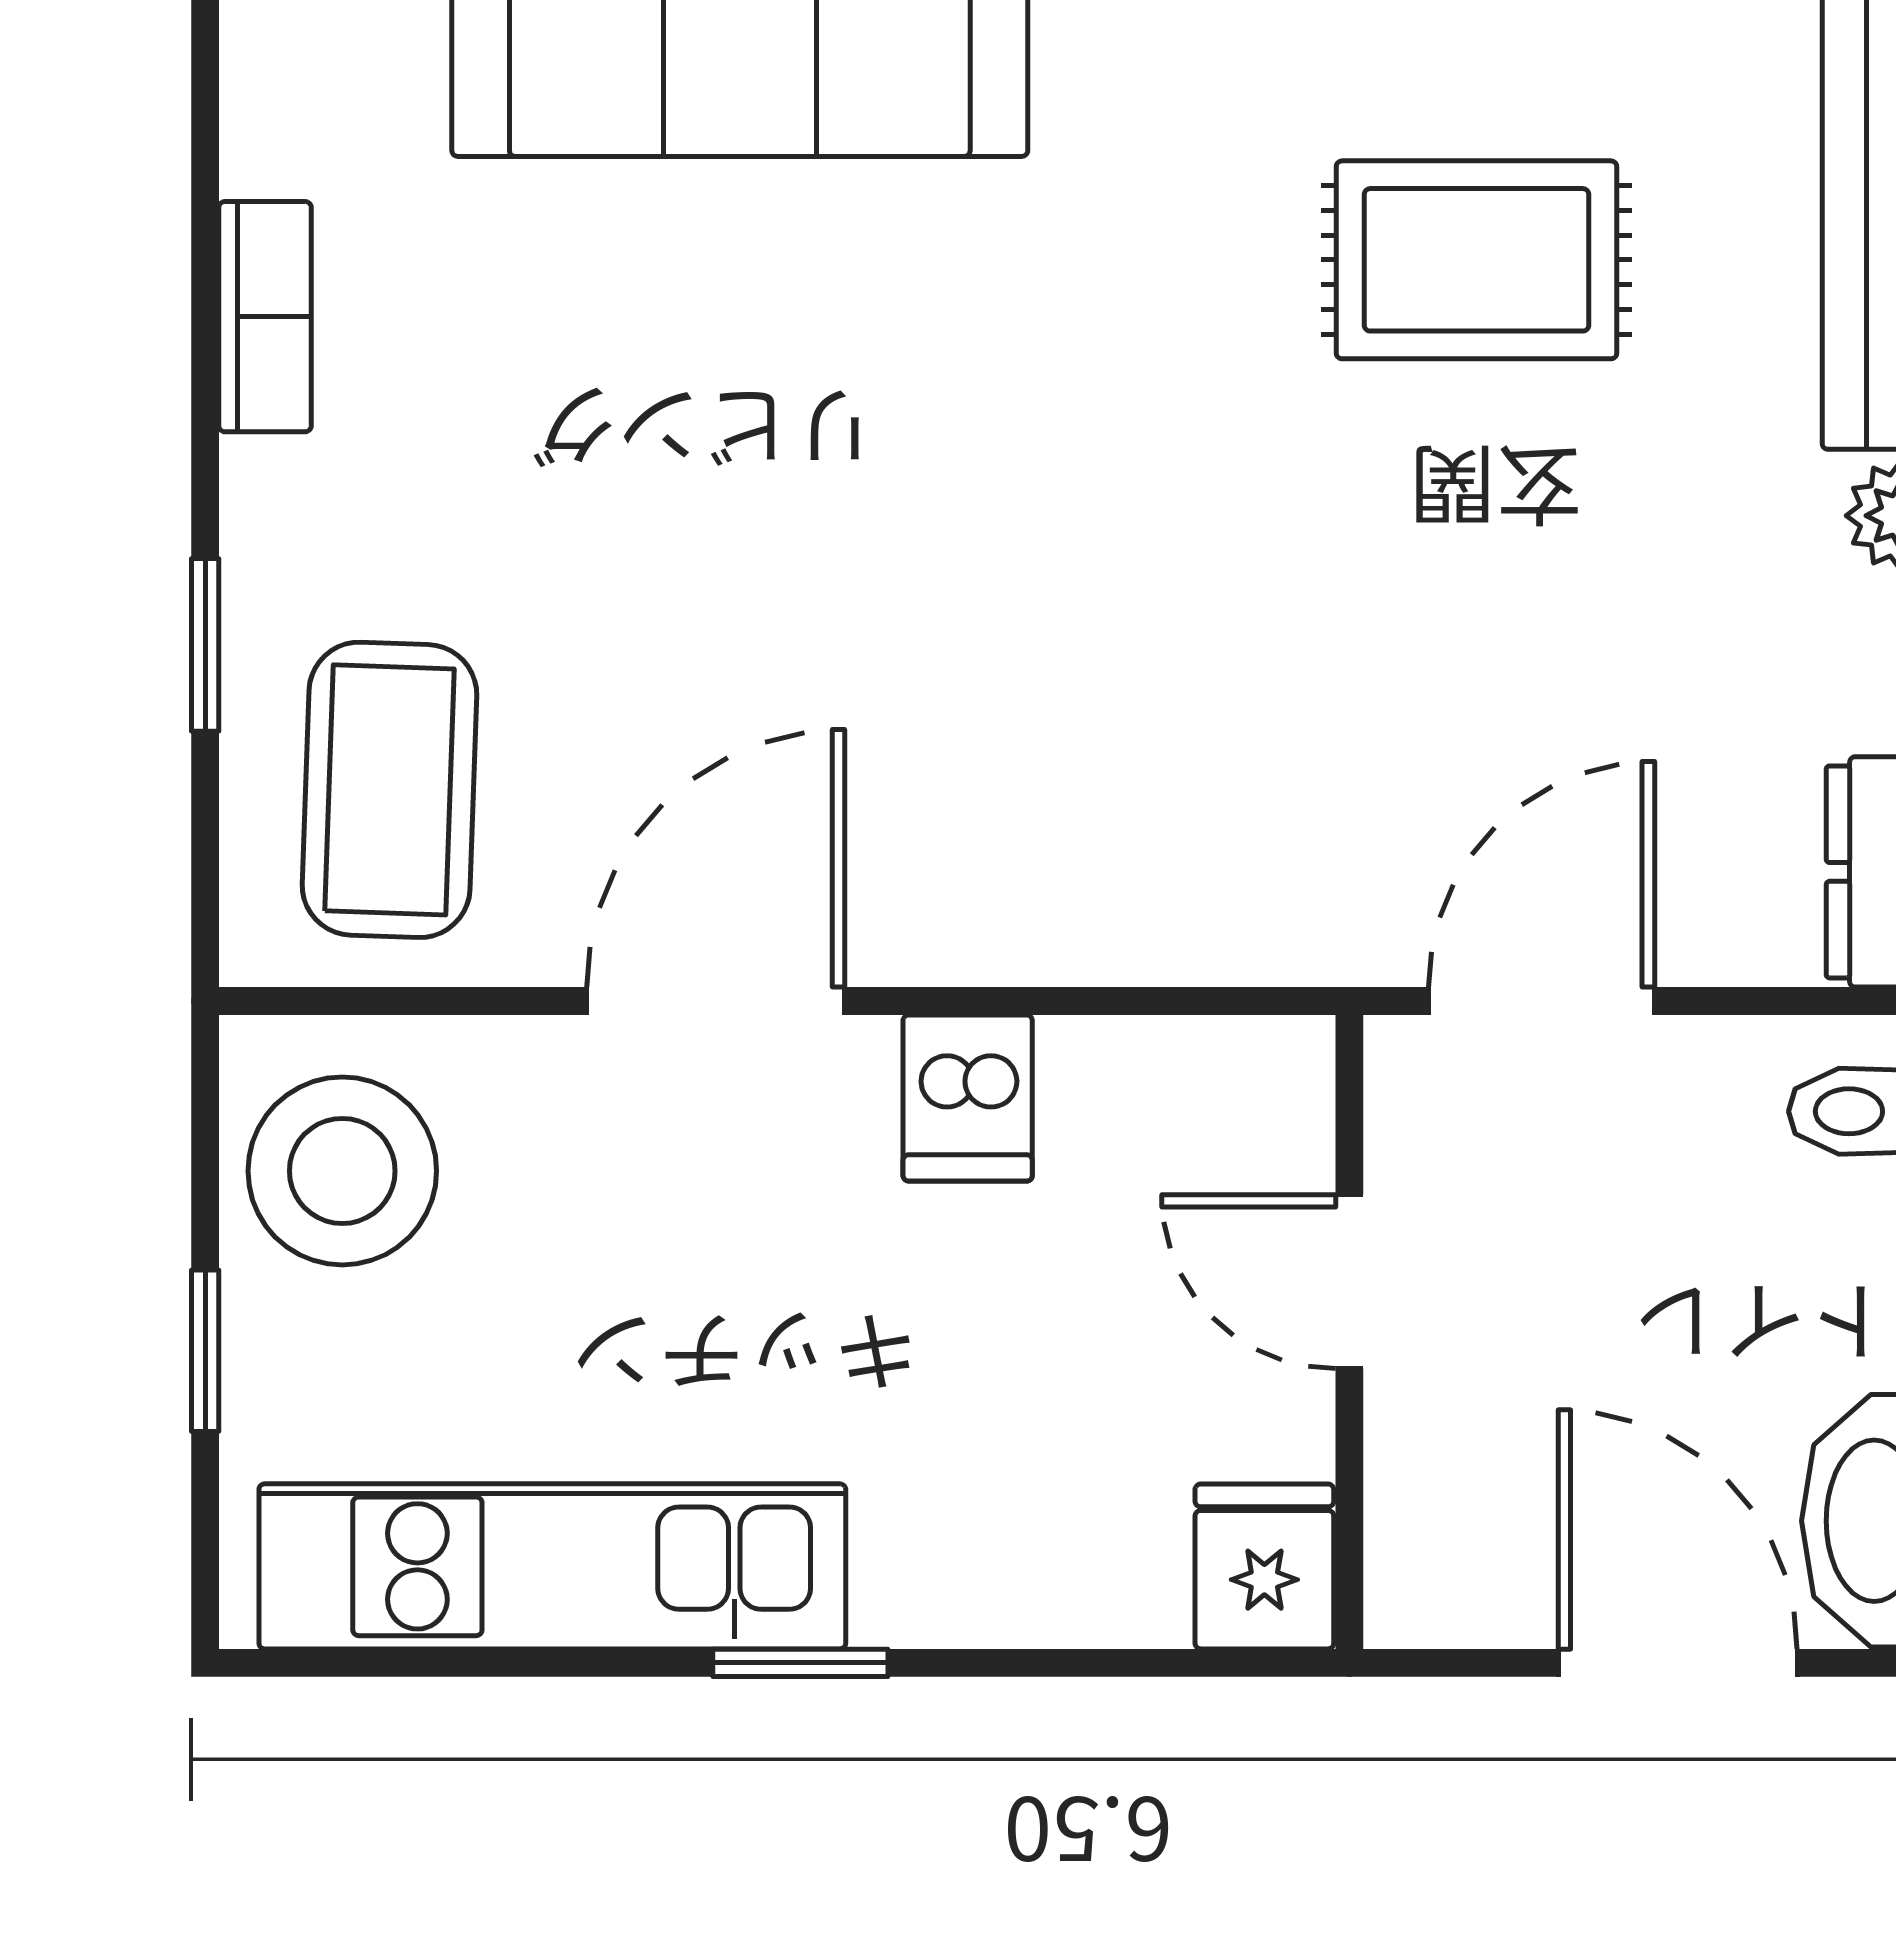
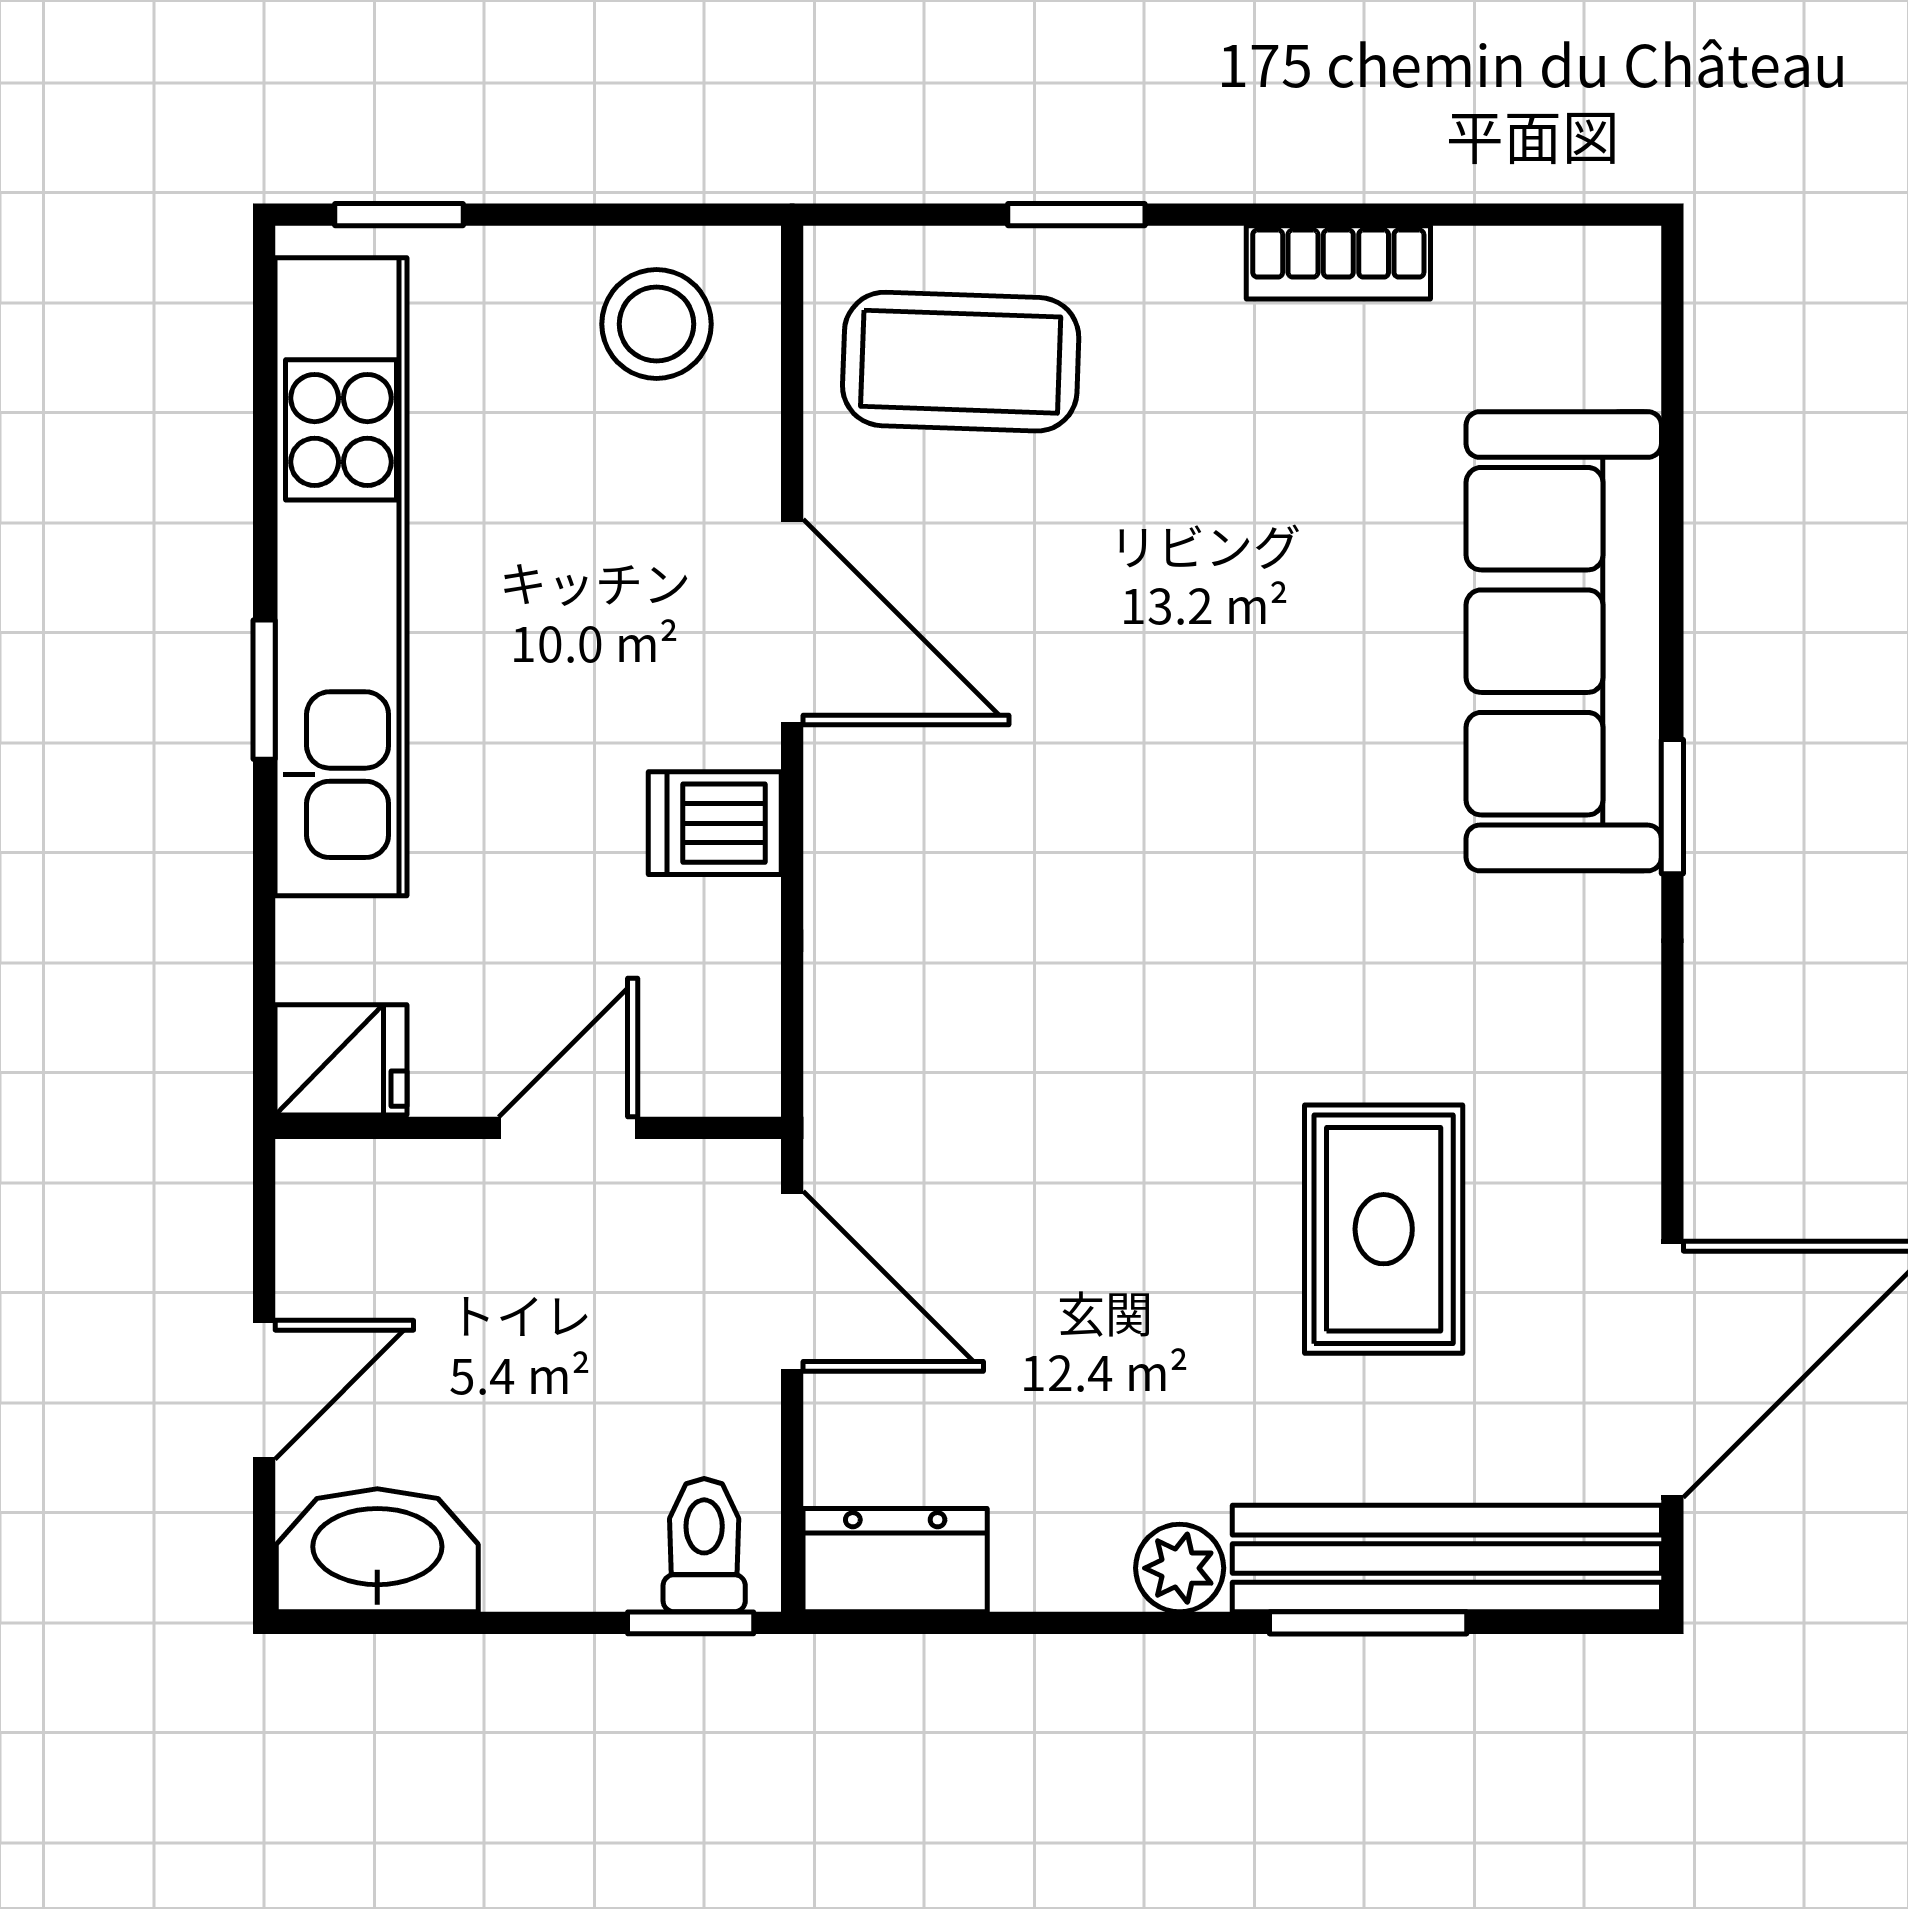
stool: (342, 1171) -> (657, 324), width x0.73, depth x0.73
window: (205, 1351) -> (399, 215), moved
kitchen unit: (552, 1566) -> (341, 577), width x1.36
door: (1678, 1663) -> (264, 1390), width x0.73

